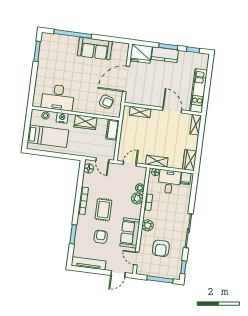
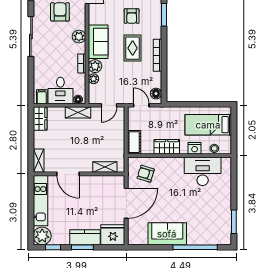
plant: (201, 61) -> (42, 236), added
sofa: (130, 233) -> (98, 42), moved

